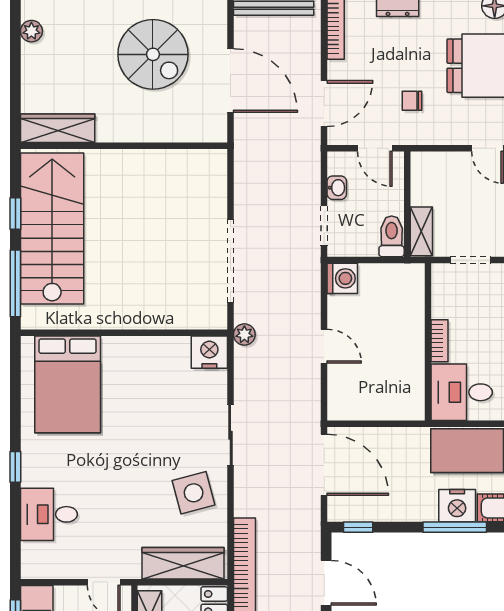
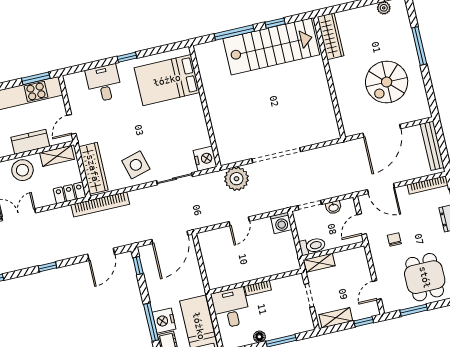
wall: (124, 333) -> (205, 106), moved
plant: (244, 335) -> (236, 179), width x1.87, depth x1.87
nightstand: (209, 352) -> (205, 159), moved
bed: (68, 384) -> (167, 80), moved

